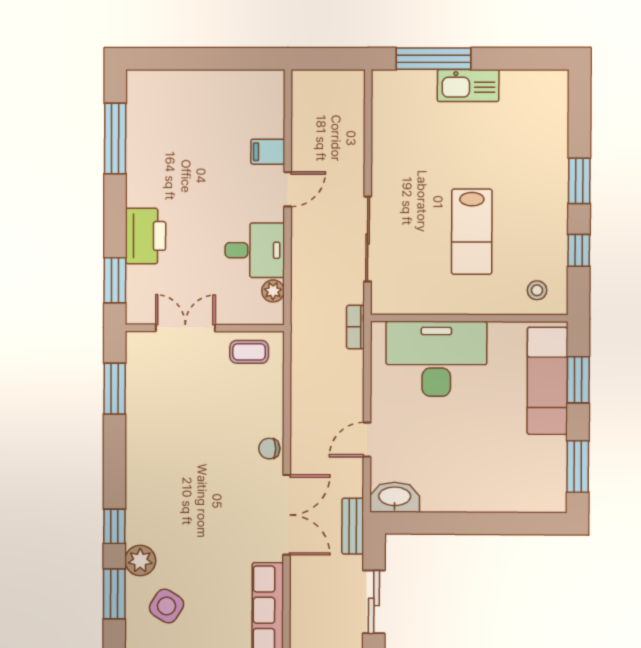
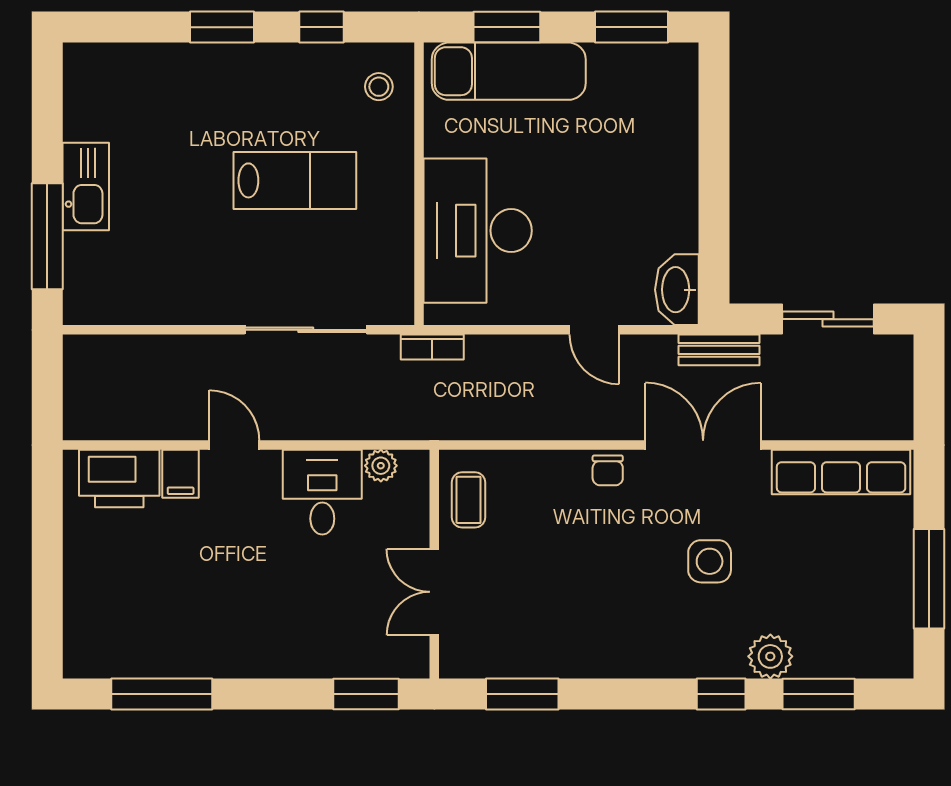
printer: (146, 236) -> (119, 478), moved, turned 180
side table: (167, 606) -> (710, 561), moved, turned -32

